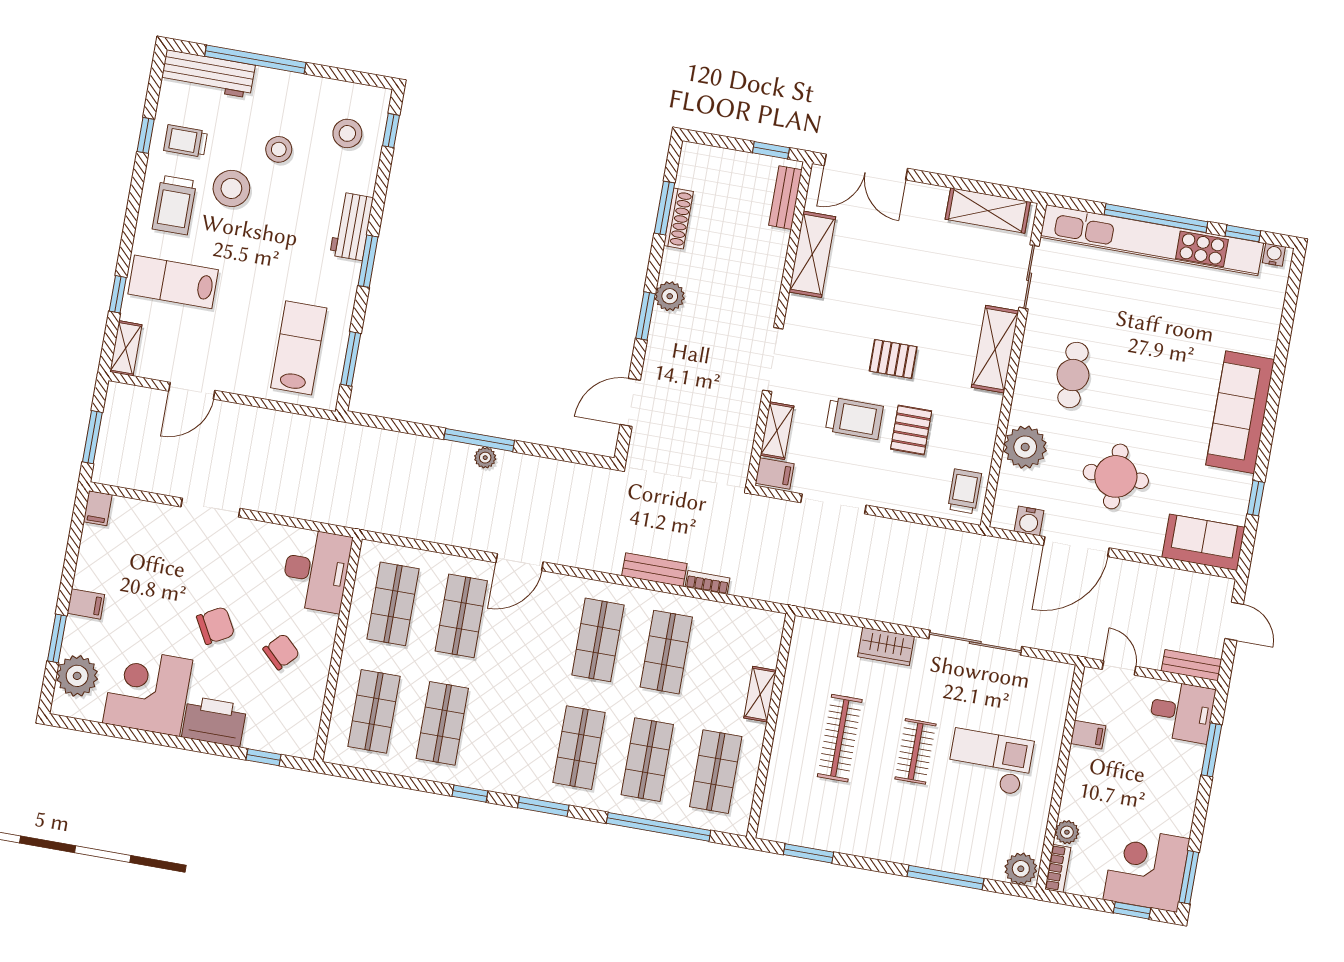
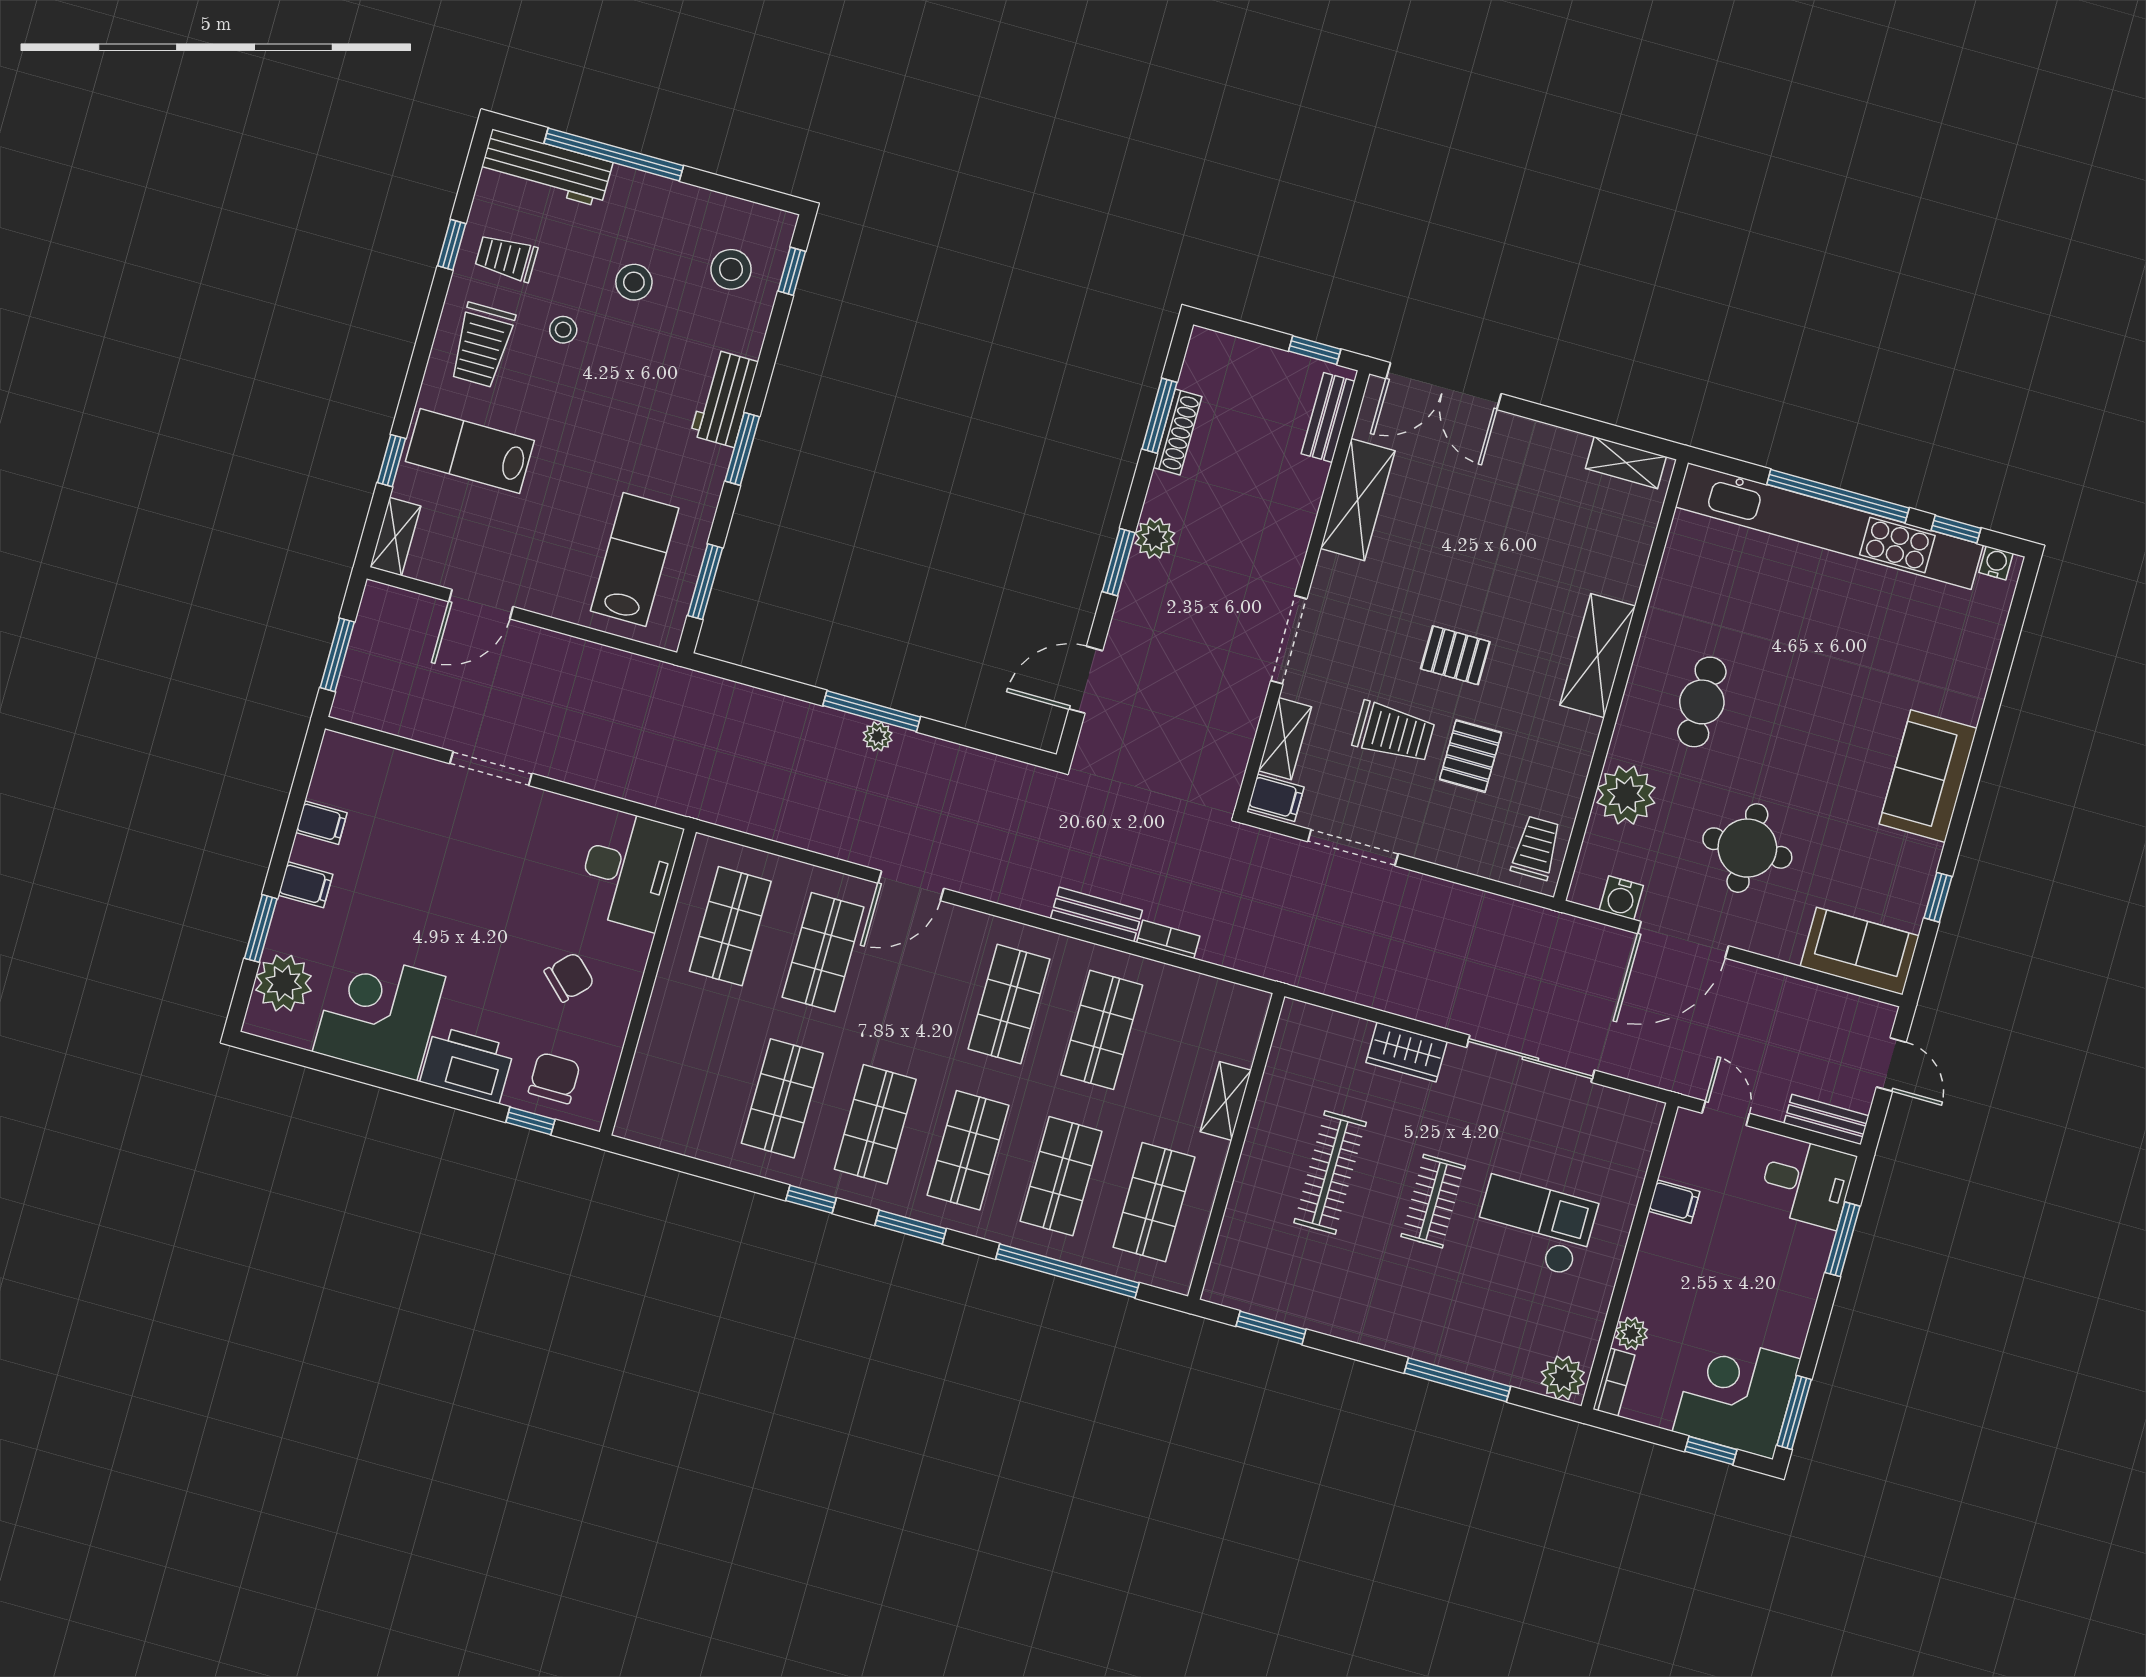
stool: (231, 188) -> (563, 330), width x0.53, depth x0.53
shelving: (988, 211) -> (1626, 463), width x0.67, depth x0.75
sliding door: (1029, 277) -> (1654, 560), removed
sofa: (1240, 412) -> (1928, 776), width x0.73
filing cabinet: (98, 508) -> (321, 823), moved, turned -90
chair: (216, 626) -> (554, 1078), moved, turned -61
shop shelf: (374, 711) -> (875, 1124), moved

